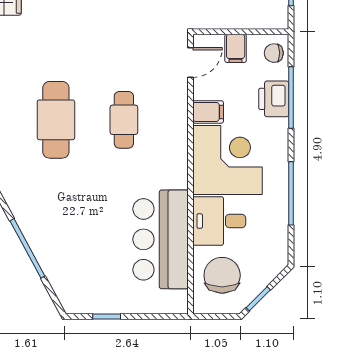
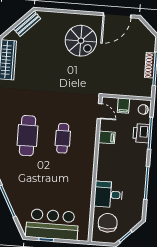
door: (190, 63) -> (100, 111), hinge flipped
corner desk: (227, 160) -> (115, 163), removed
bar counter: (161, 239) -> (52, 224), moved, turned 90

